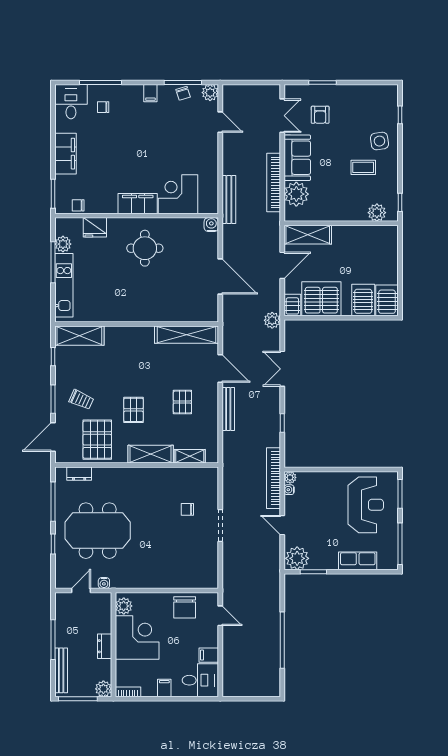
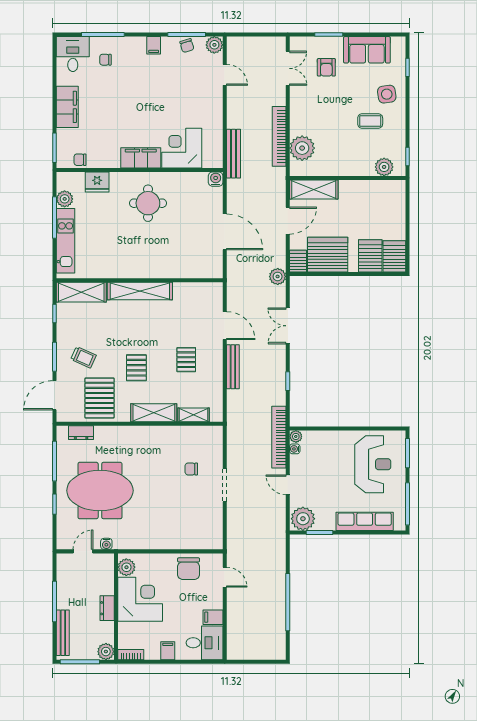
sofa: (297, 158) -> (367, 50), moved, turned 90
shelving: (187, 335) -> (140, 291), moved
row of seats: (358, 561) -> (365, 521), width x1.48

